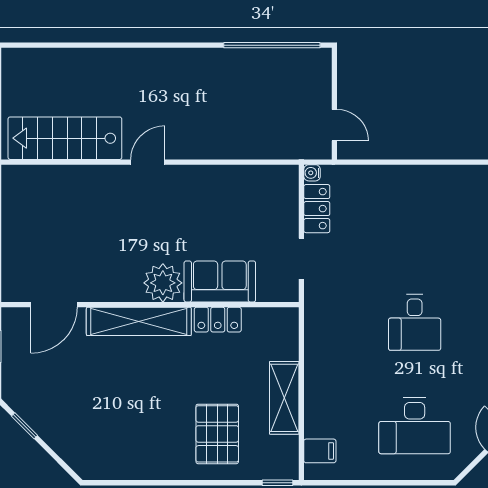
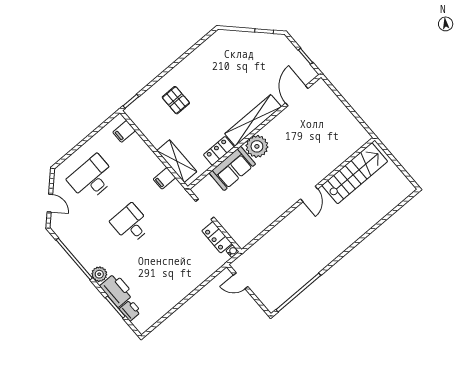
filing cabinet: (320, 344) -> (164, 178), added
shelving: (284, 398) -> (177, 161), moved
pallet: (217, 434) -> (176, 100), width x0.67, depth x0.71

